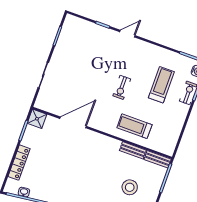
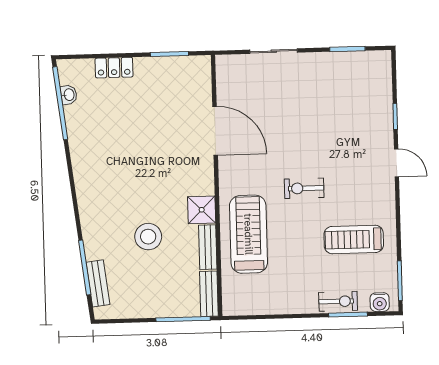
treadmill: (161, 85) -> (354, 240), moved, turned 180
shower: (37, 119) -> (202, 210), moved
treadmill: (134, 126) -> (248, 234), width x1.37, depth x1.38
locker: (19, 163) -> (114, 68), width x0.66
stool: (130, 187) -> (148, 237), moved

